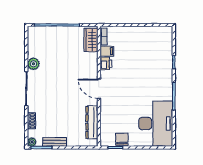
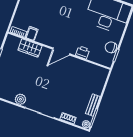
wardrobe: (91, 40) -> (30, 48), moved
printer: (106, 64) -> (83, 52), moved
dresser: (92, 122) -> (88, 68), removed

